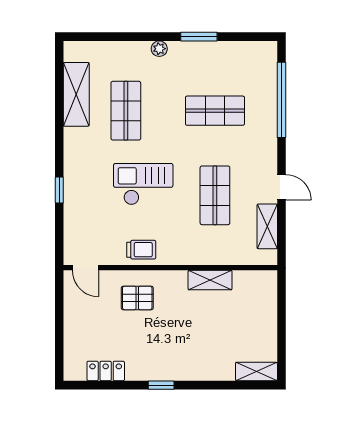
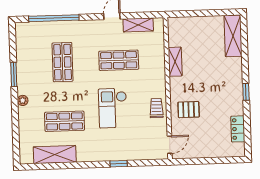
pallet: (137, 298) -> (189, 110), turned 90
shelving: (256, 372) -> (233, 36), width x1.50, depth x1.33

